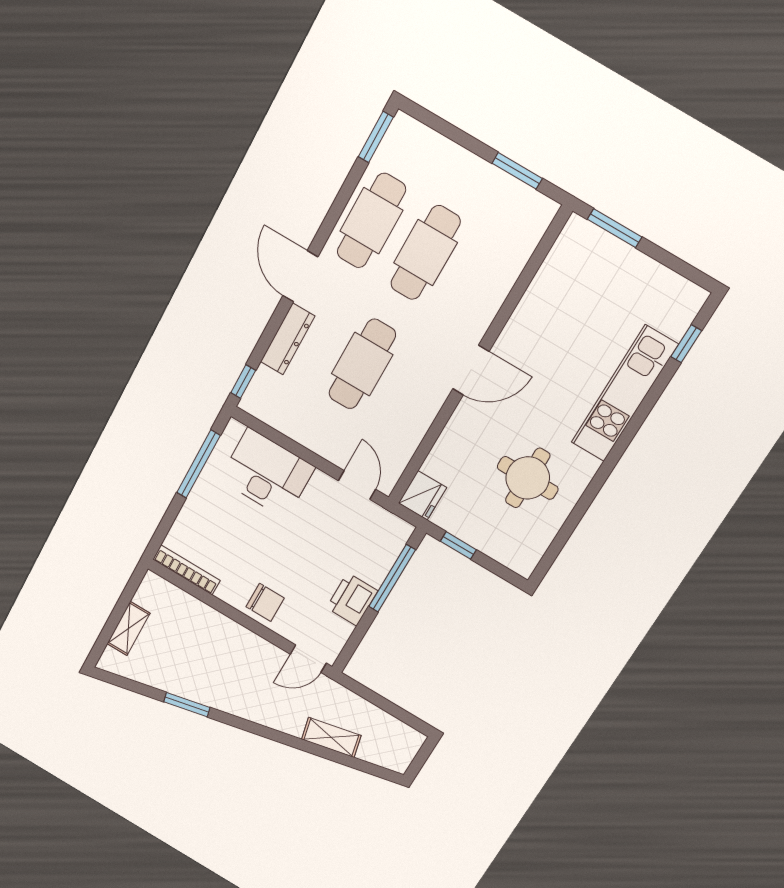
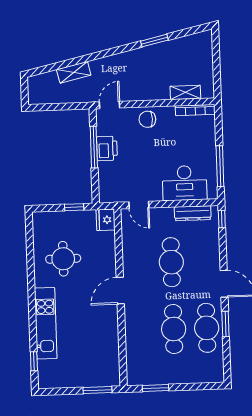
window: (376, 137) -> (225, 324), moved
dresser: (288, 339) -> (193, 213), moved, turned -90
window: (392, 578) -> (94, 147), moved
shelving: (128, 628) -> (185, 92), moved, turned 90

